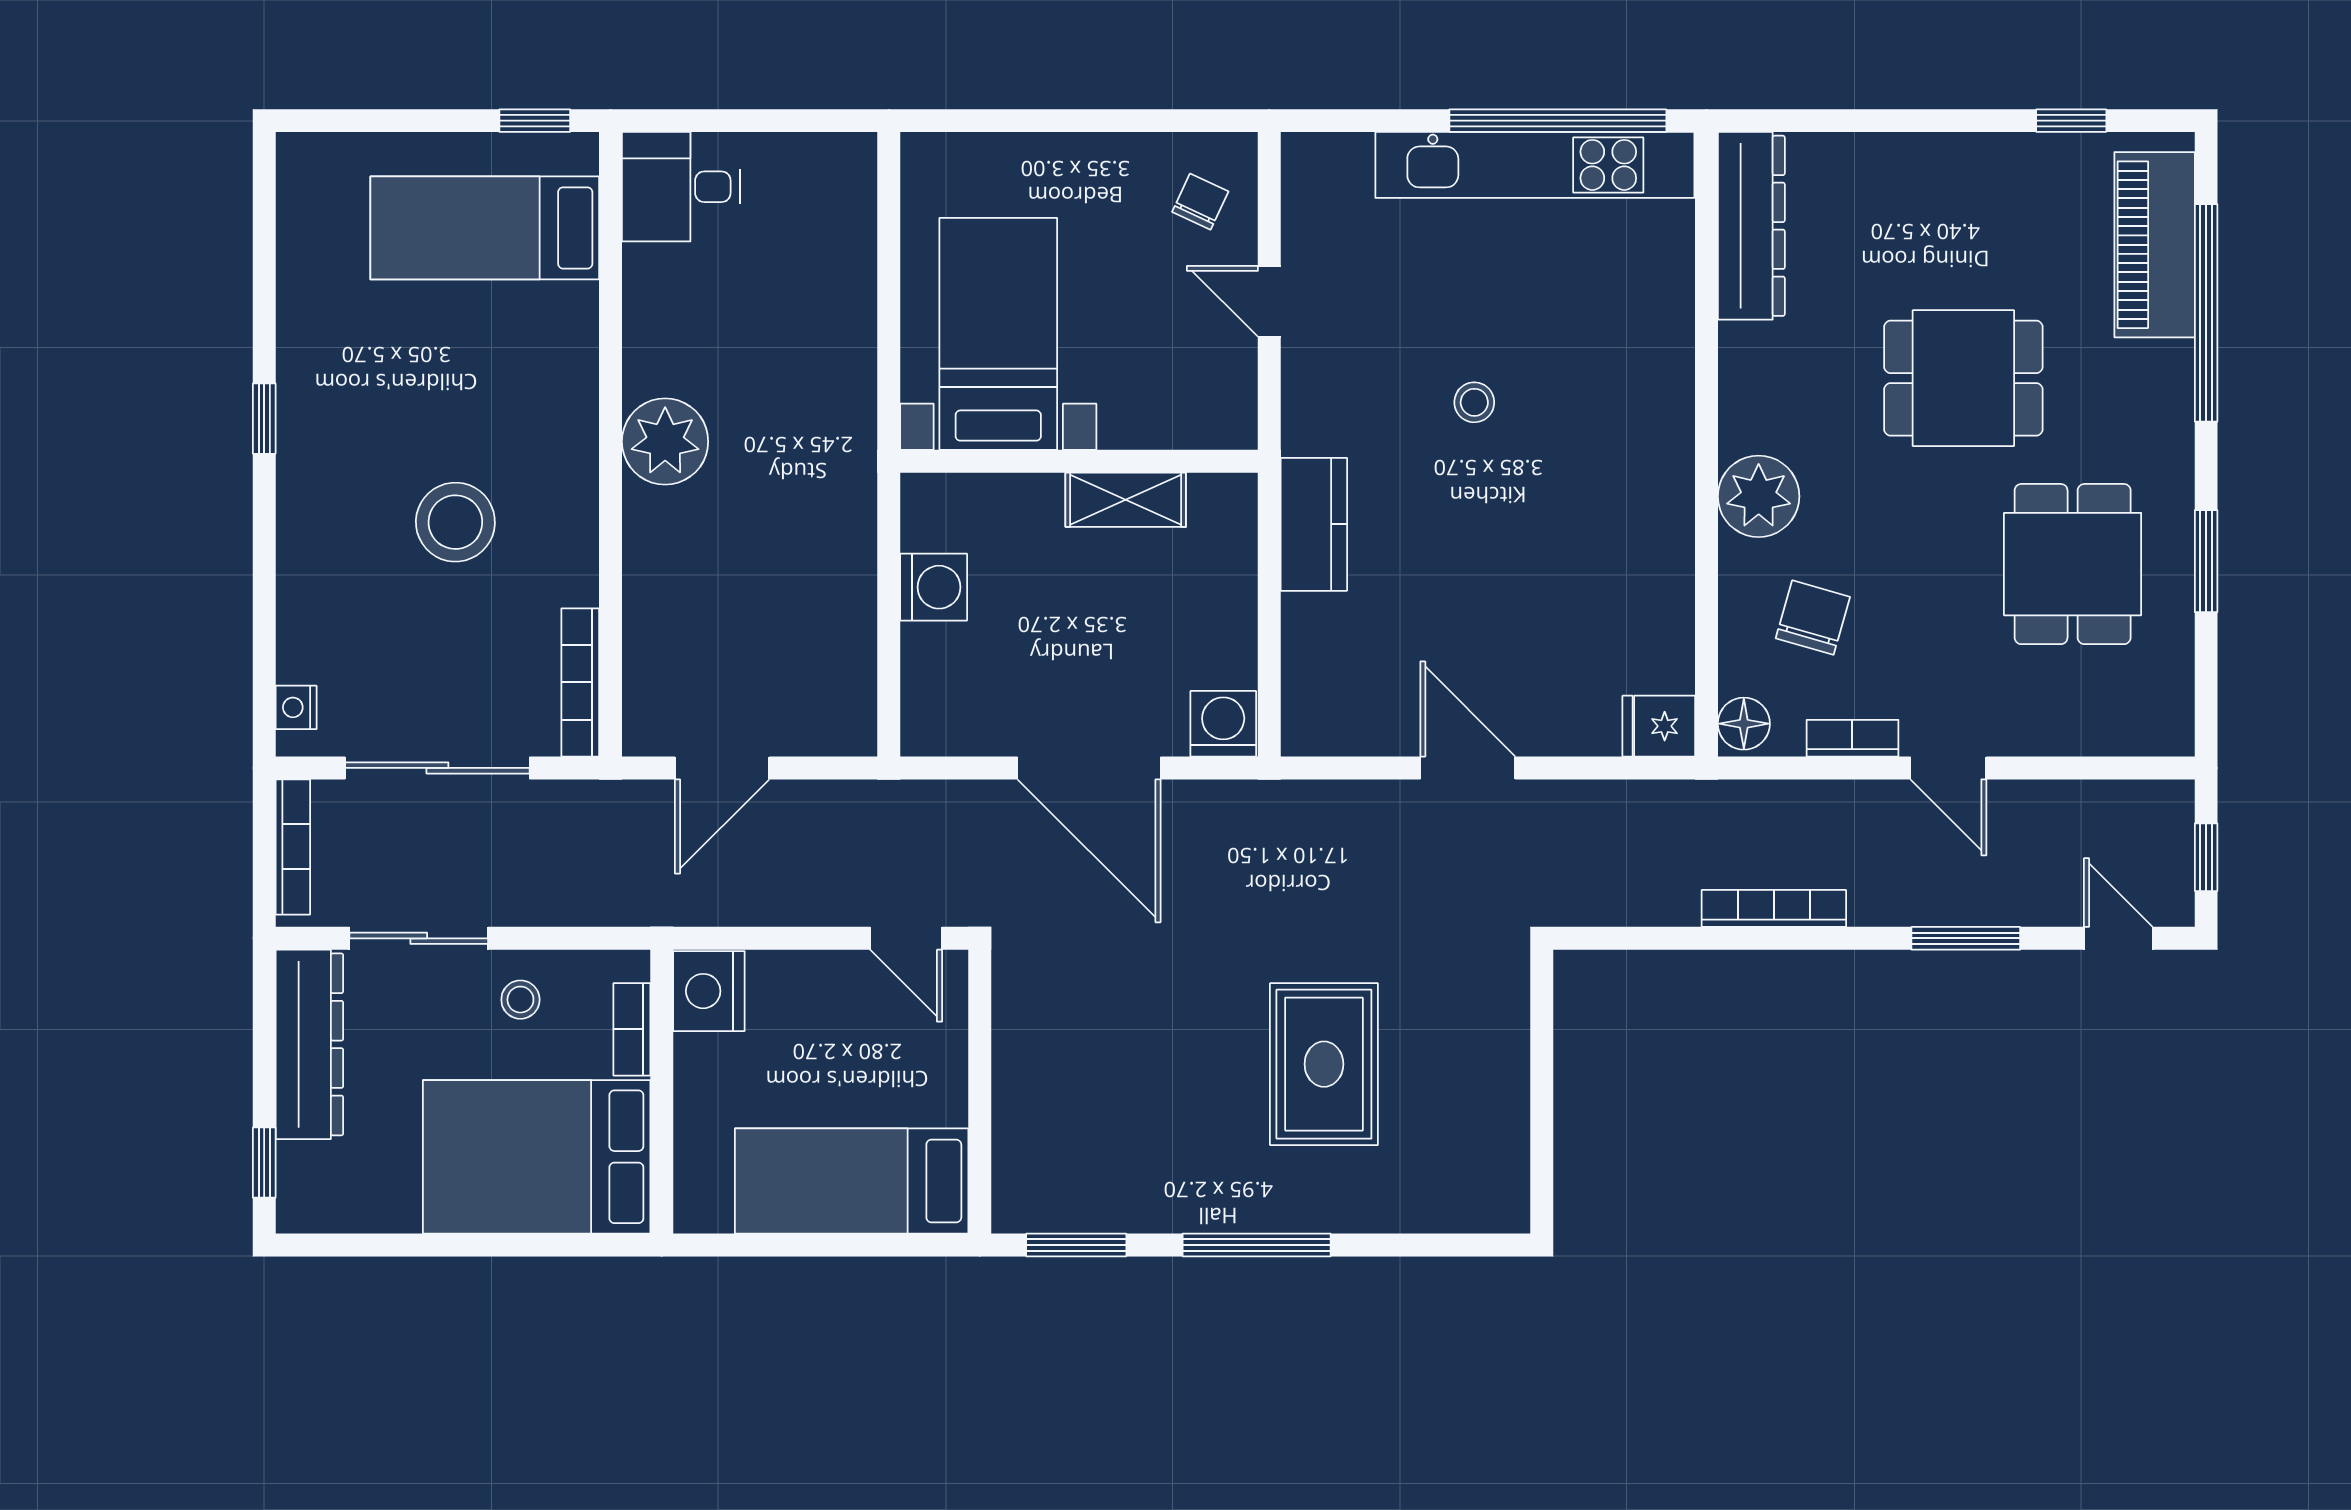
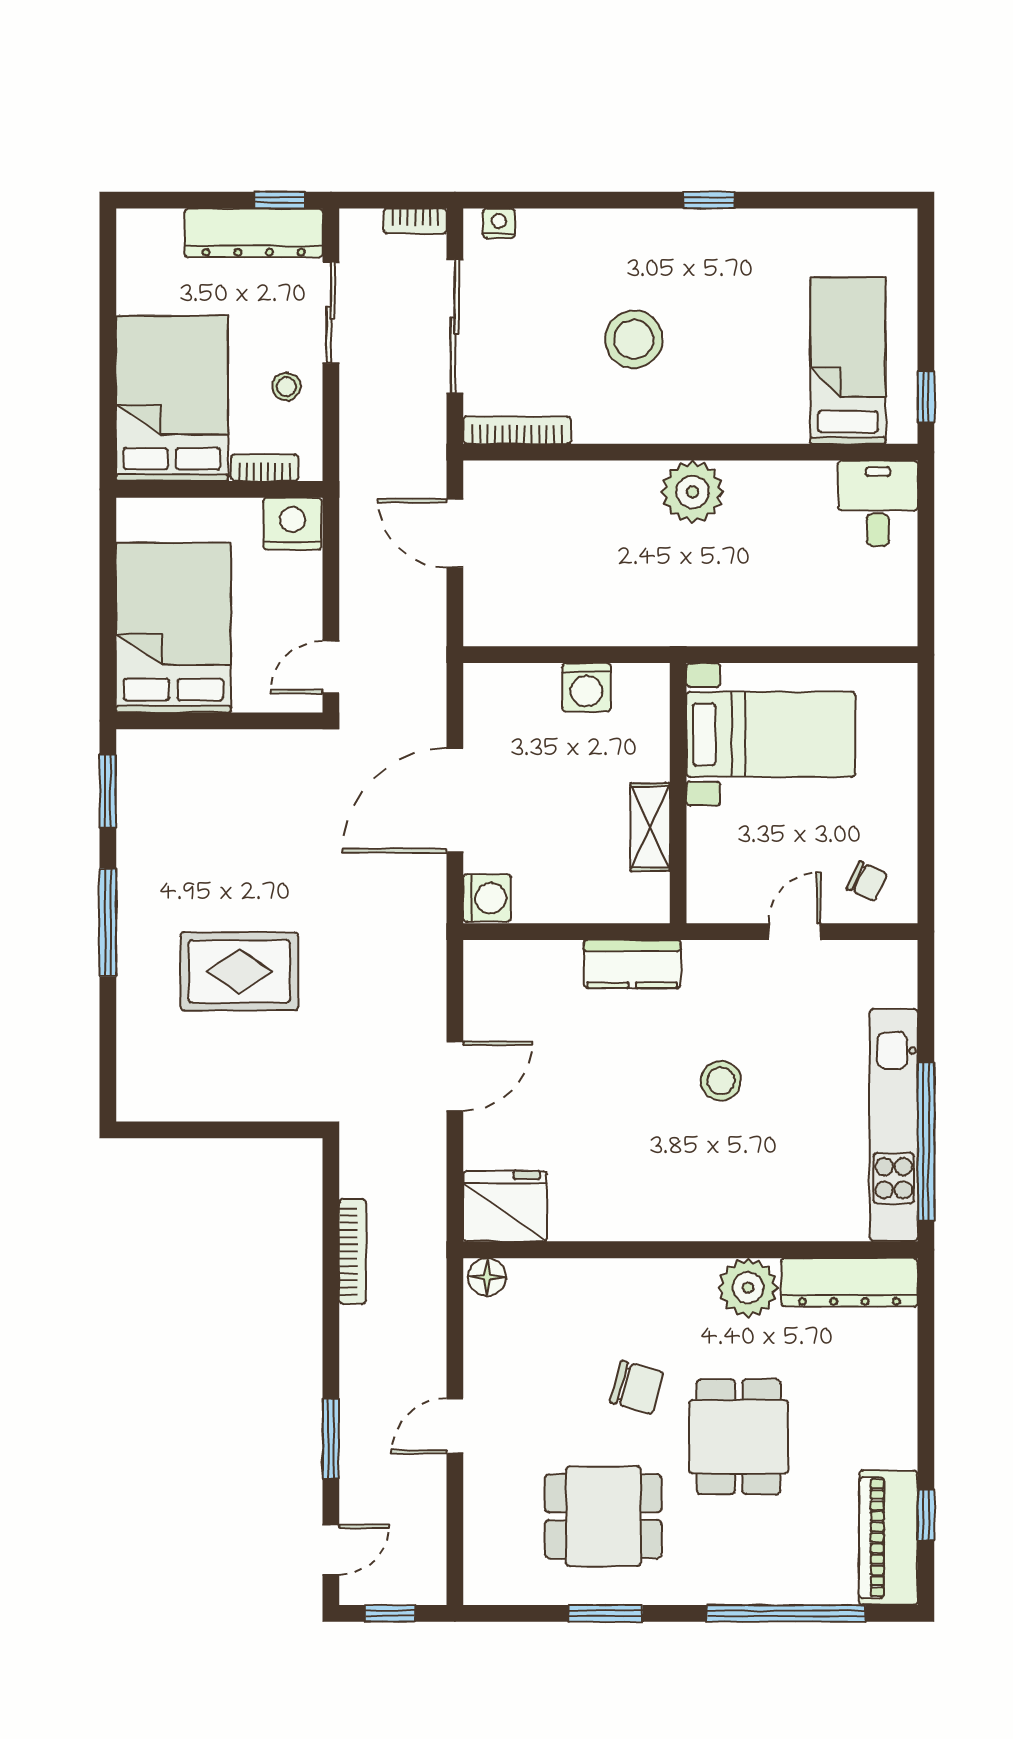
piano: (2155, 245) -> (888, 1538), moved, turned -90
stool: (1474, 402) -> (721, 1081), width x1.37, depth x1.37
plant: (1759, 496) -> (748, 1288), moved
chair: (1813, 618) -> (637, 1387), moved
fridge: (1659, 726) -> (505, 1206), width x1.88, depth x1.34
bookcase: (1852, 738) -> (477, 1356), removed
bookcase: (293, 847) -> (415, 221), width x0.64
bookcase: (1774, 908) -> (353, 1251), moved
window: (264, 1163) -> (280, 200), moved
bed: (852, 1181) -> (173, 628), width x1.50

